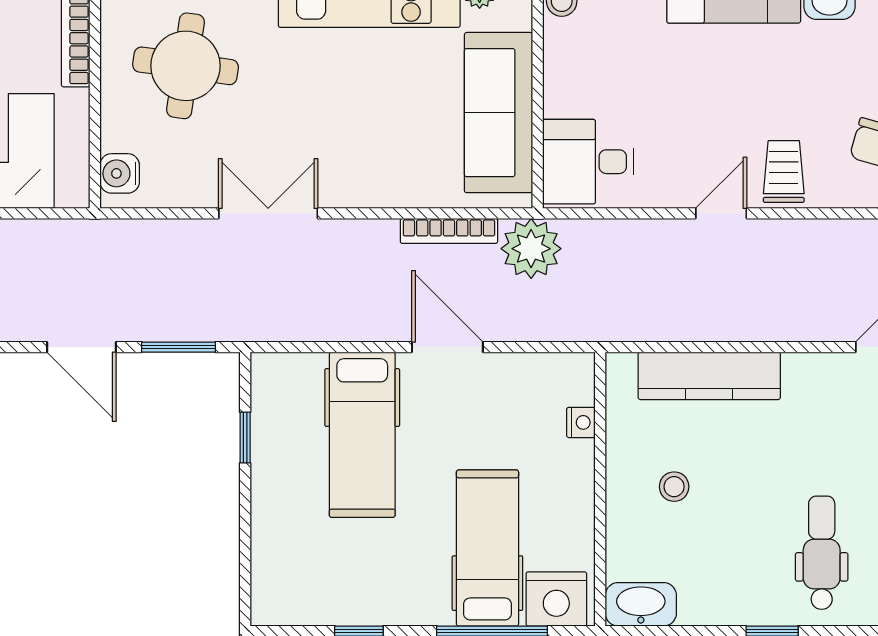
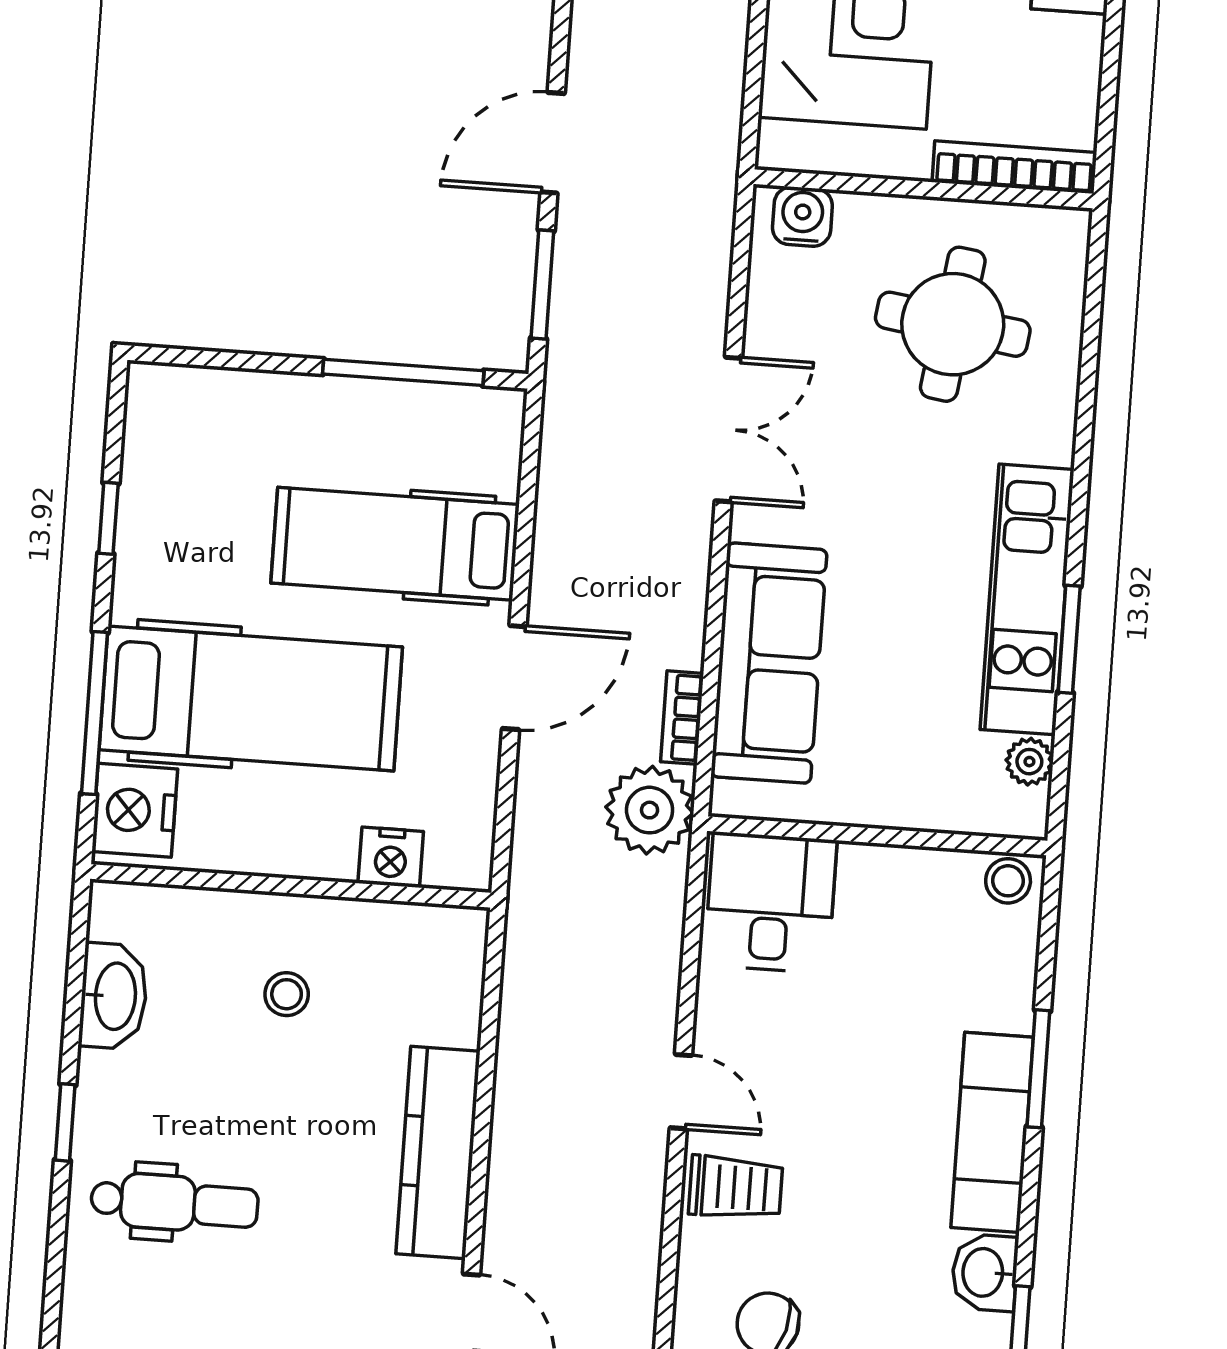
sofa: (498, 113) -> (769, 663), moved, turned 90
bookcase: (449, 231) -> (682, 718), width x0.64
kitchen counter: (709, 376) -> (438, 1153), moved
nightstand: (581, 422) -> (391, 857), width x1.39, depth x1.35
window: (245, 438) -> (403, 372), width x2.17
hospital bed: (487, 548) -> (251, 698), width x1.37, depth x1.29
washbasin: (641, 604) -> (114, 996), moved

